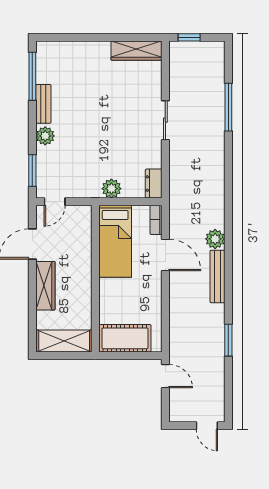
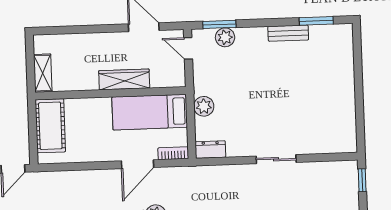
wardrobe: (137, 51) -> (346, 127), removed
window: (32, 76) -> (316, 21), width x0.69
plant: (45, 136) -> (225, 37), moved
wardrobe: (45, 286) -> (124, 79), moved, turned 180
shelving: (64, 341) -> (43, 73), width x0.67, depth x0.75

